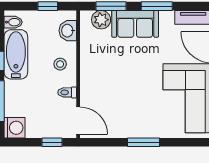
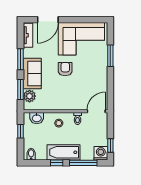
bathtub: (16, 54) -> (64, 152), moved
armchair: (142, 74) -> (65, 69), added
window: (52, 142) -> (110, 146), moved
window: (143, 142) -> (110, 56), moved

